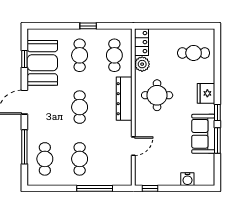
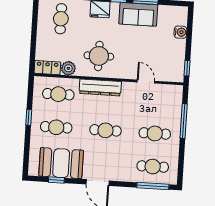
window: (24, 147) -> (153, 186), moved

